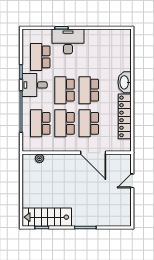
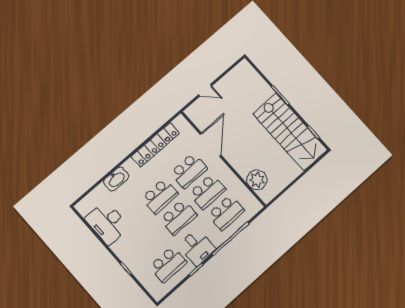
desk: (68, 41) -> (107, 223), moved
washbasin: (125, 82) -> (116, 179), moved
plant: (40, 158) -> (257, 180), width x1.88, depth x1.88
stairs: (47, 217) -> (290, 132), width x1.36, depth x1.51

